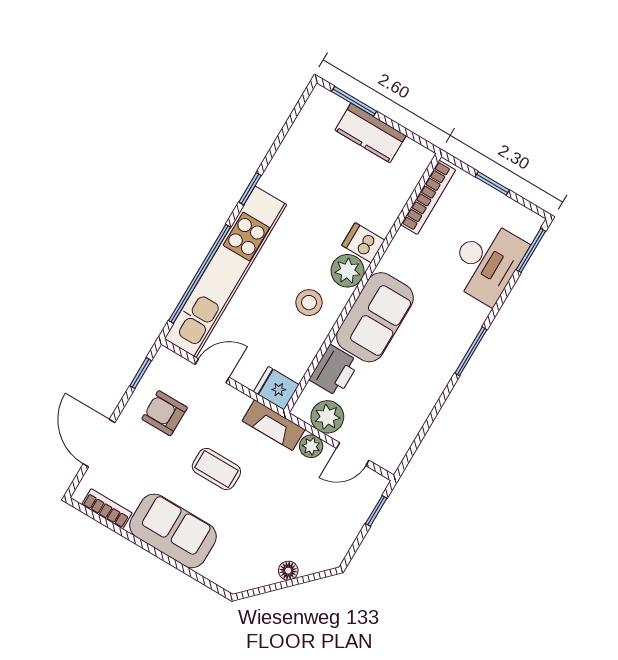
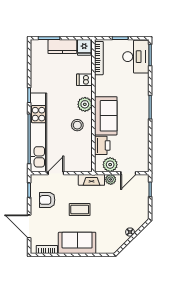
dishwasher: (363, 243) -> (84, 80), moved
desk: (487, 262) -> (136, 57), moved
fridge: (276, 388) -> (84, 47), moved, turned -90

